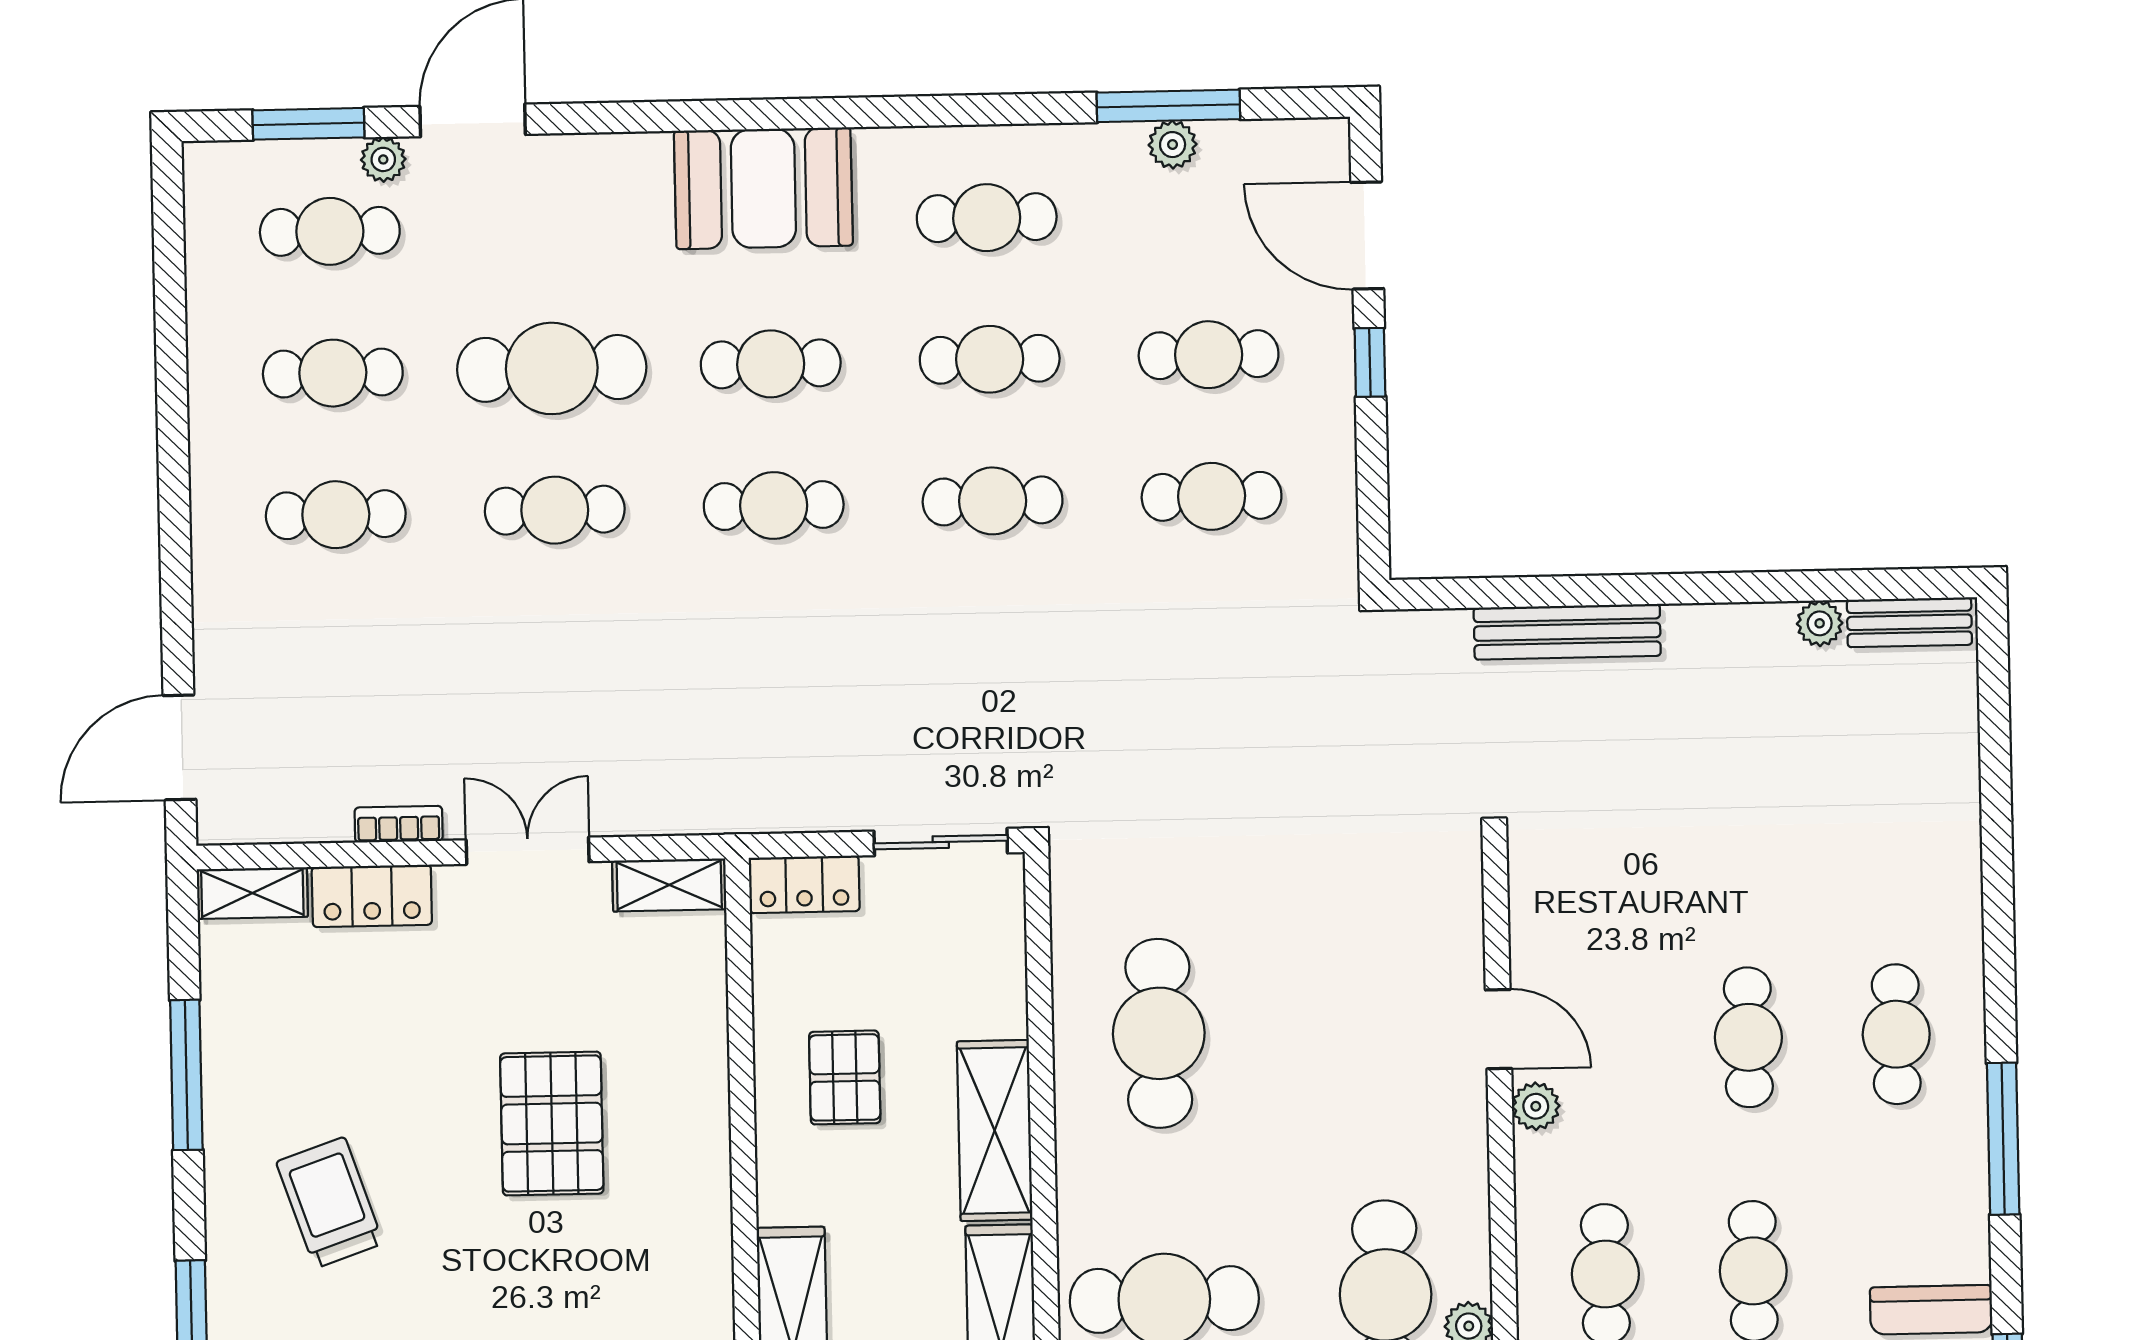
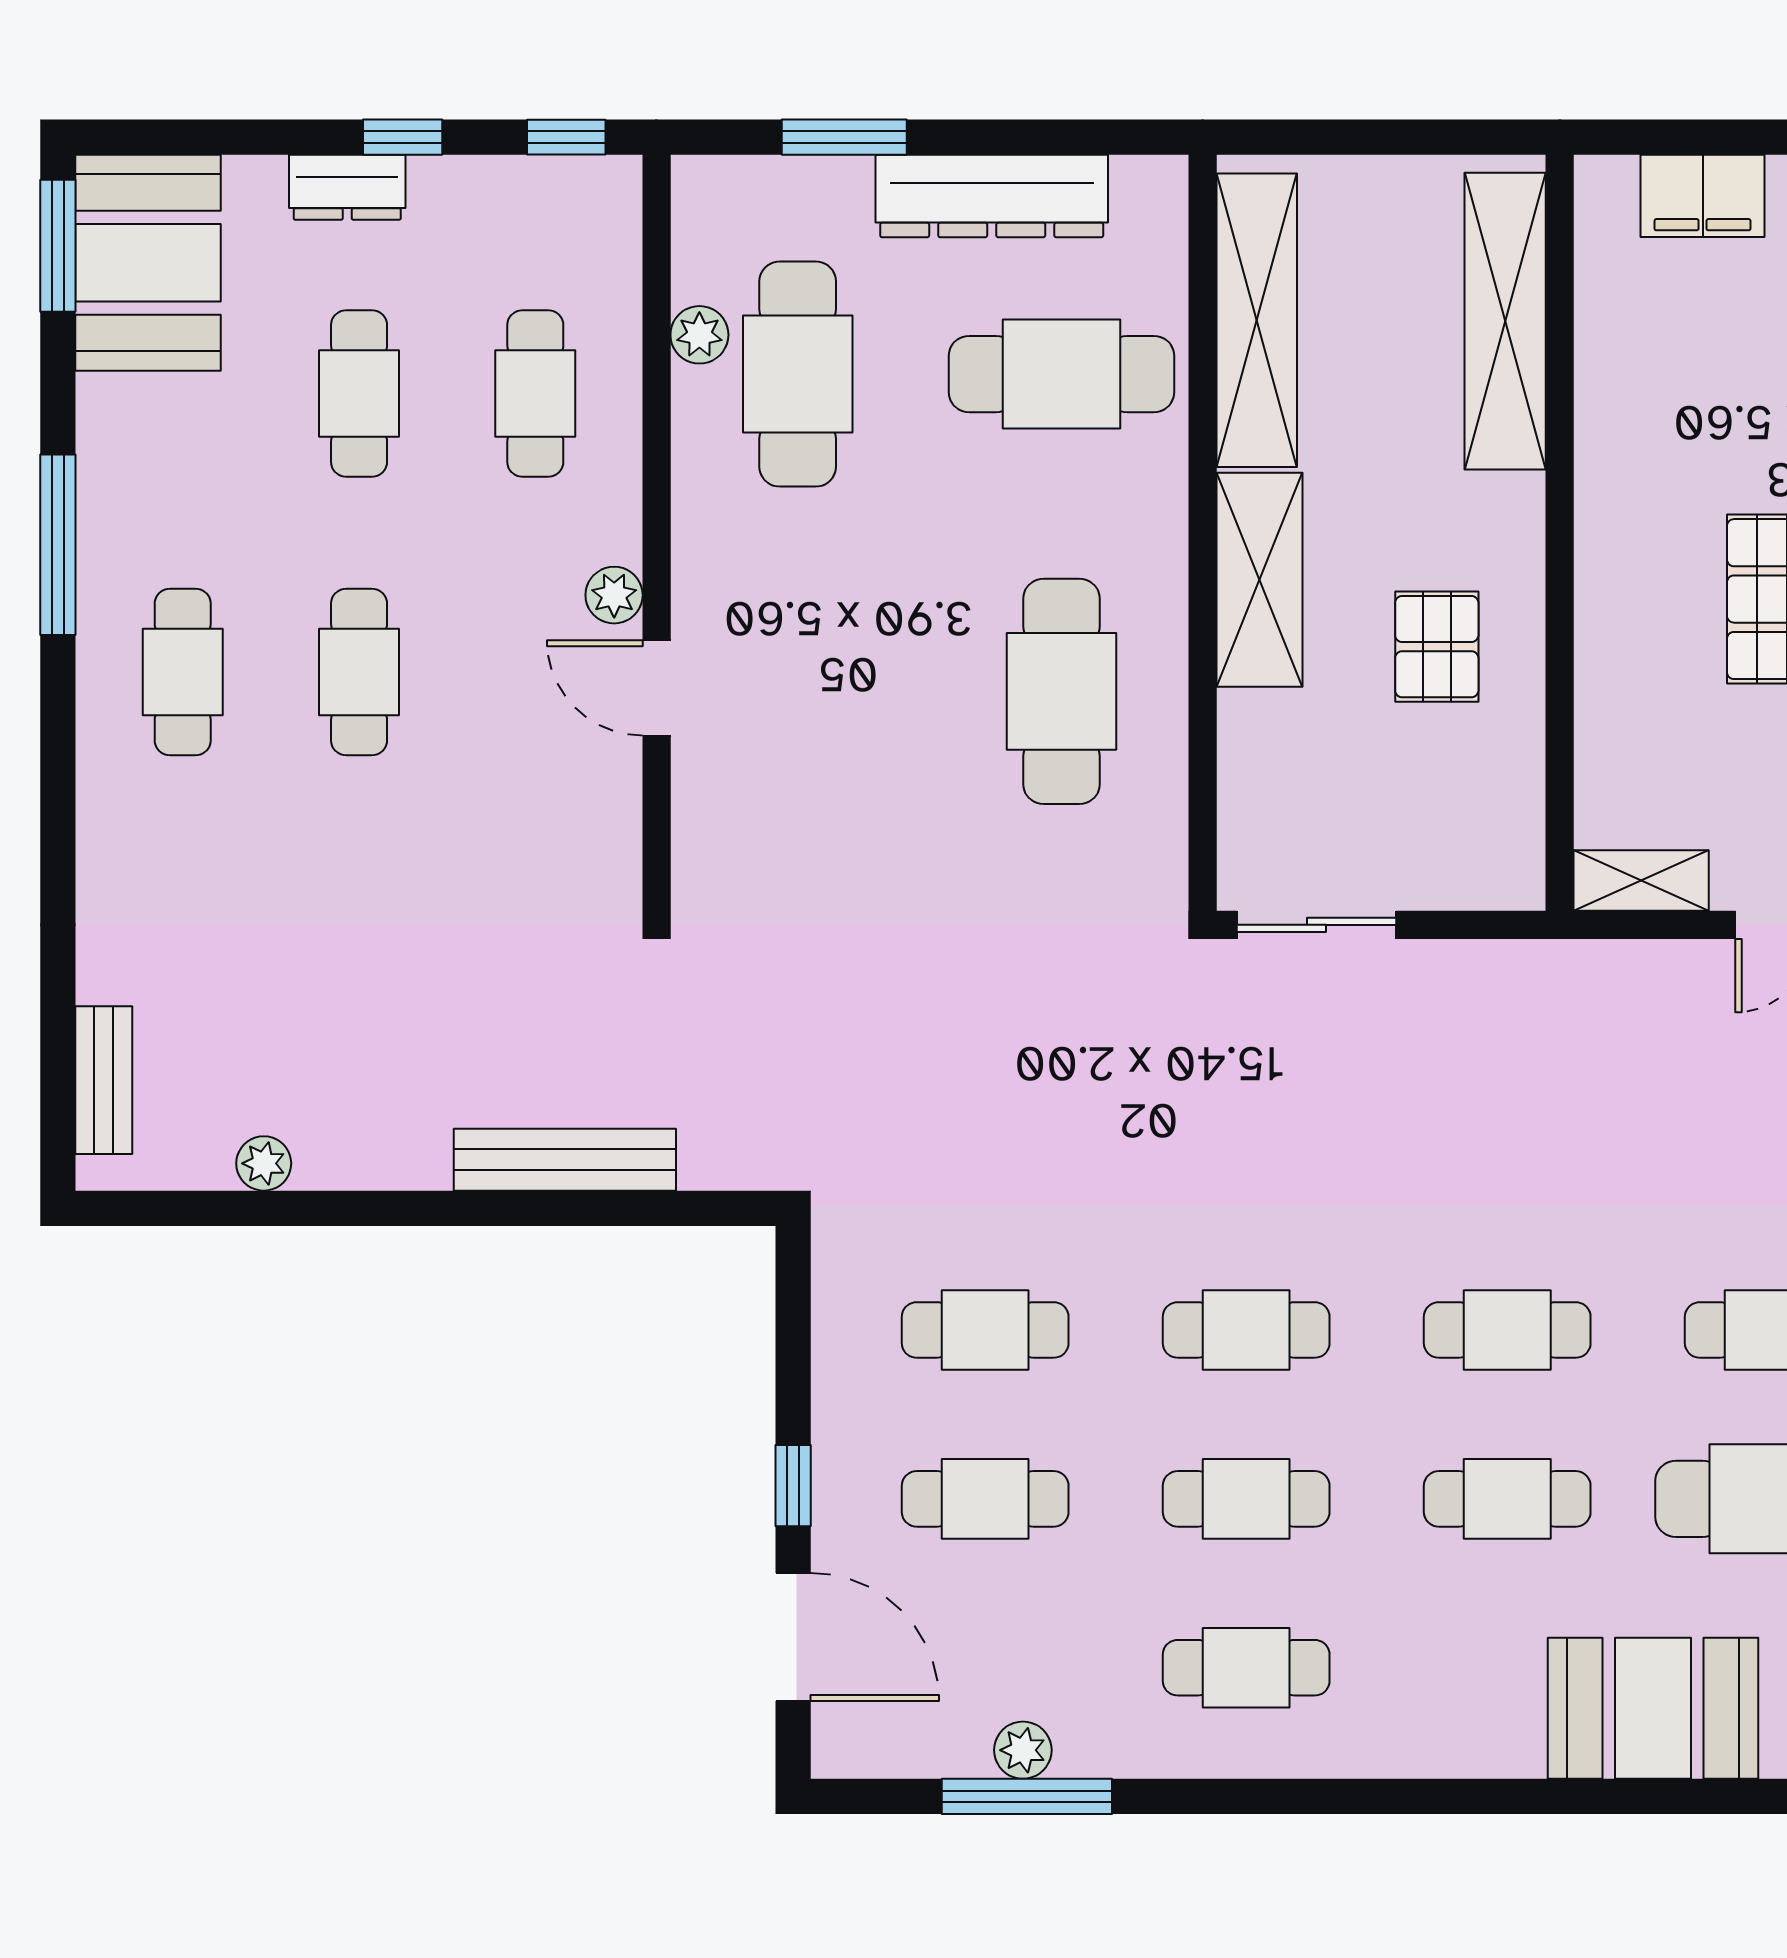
booth: (763, 188) -> (1653, 1708), moved
bench: (1909, 622) -> (104, 1080), moved, turned 90
locker: (804, 884) -> (1480, 878), removed

